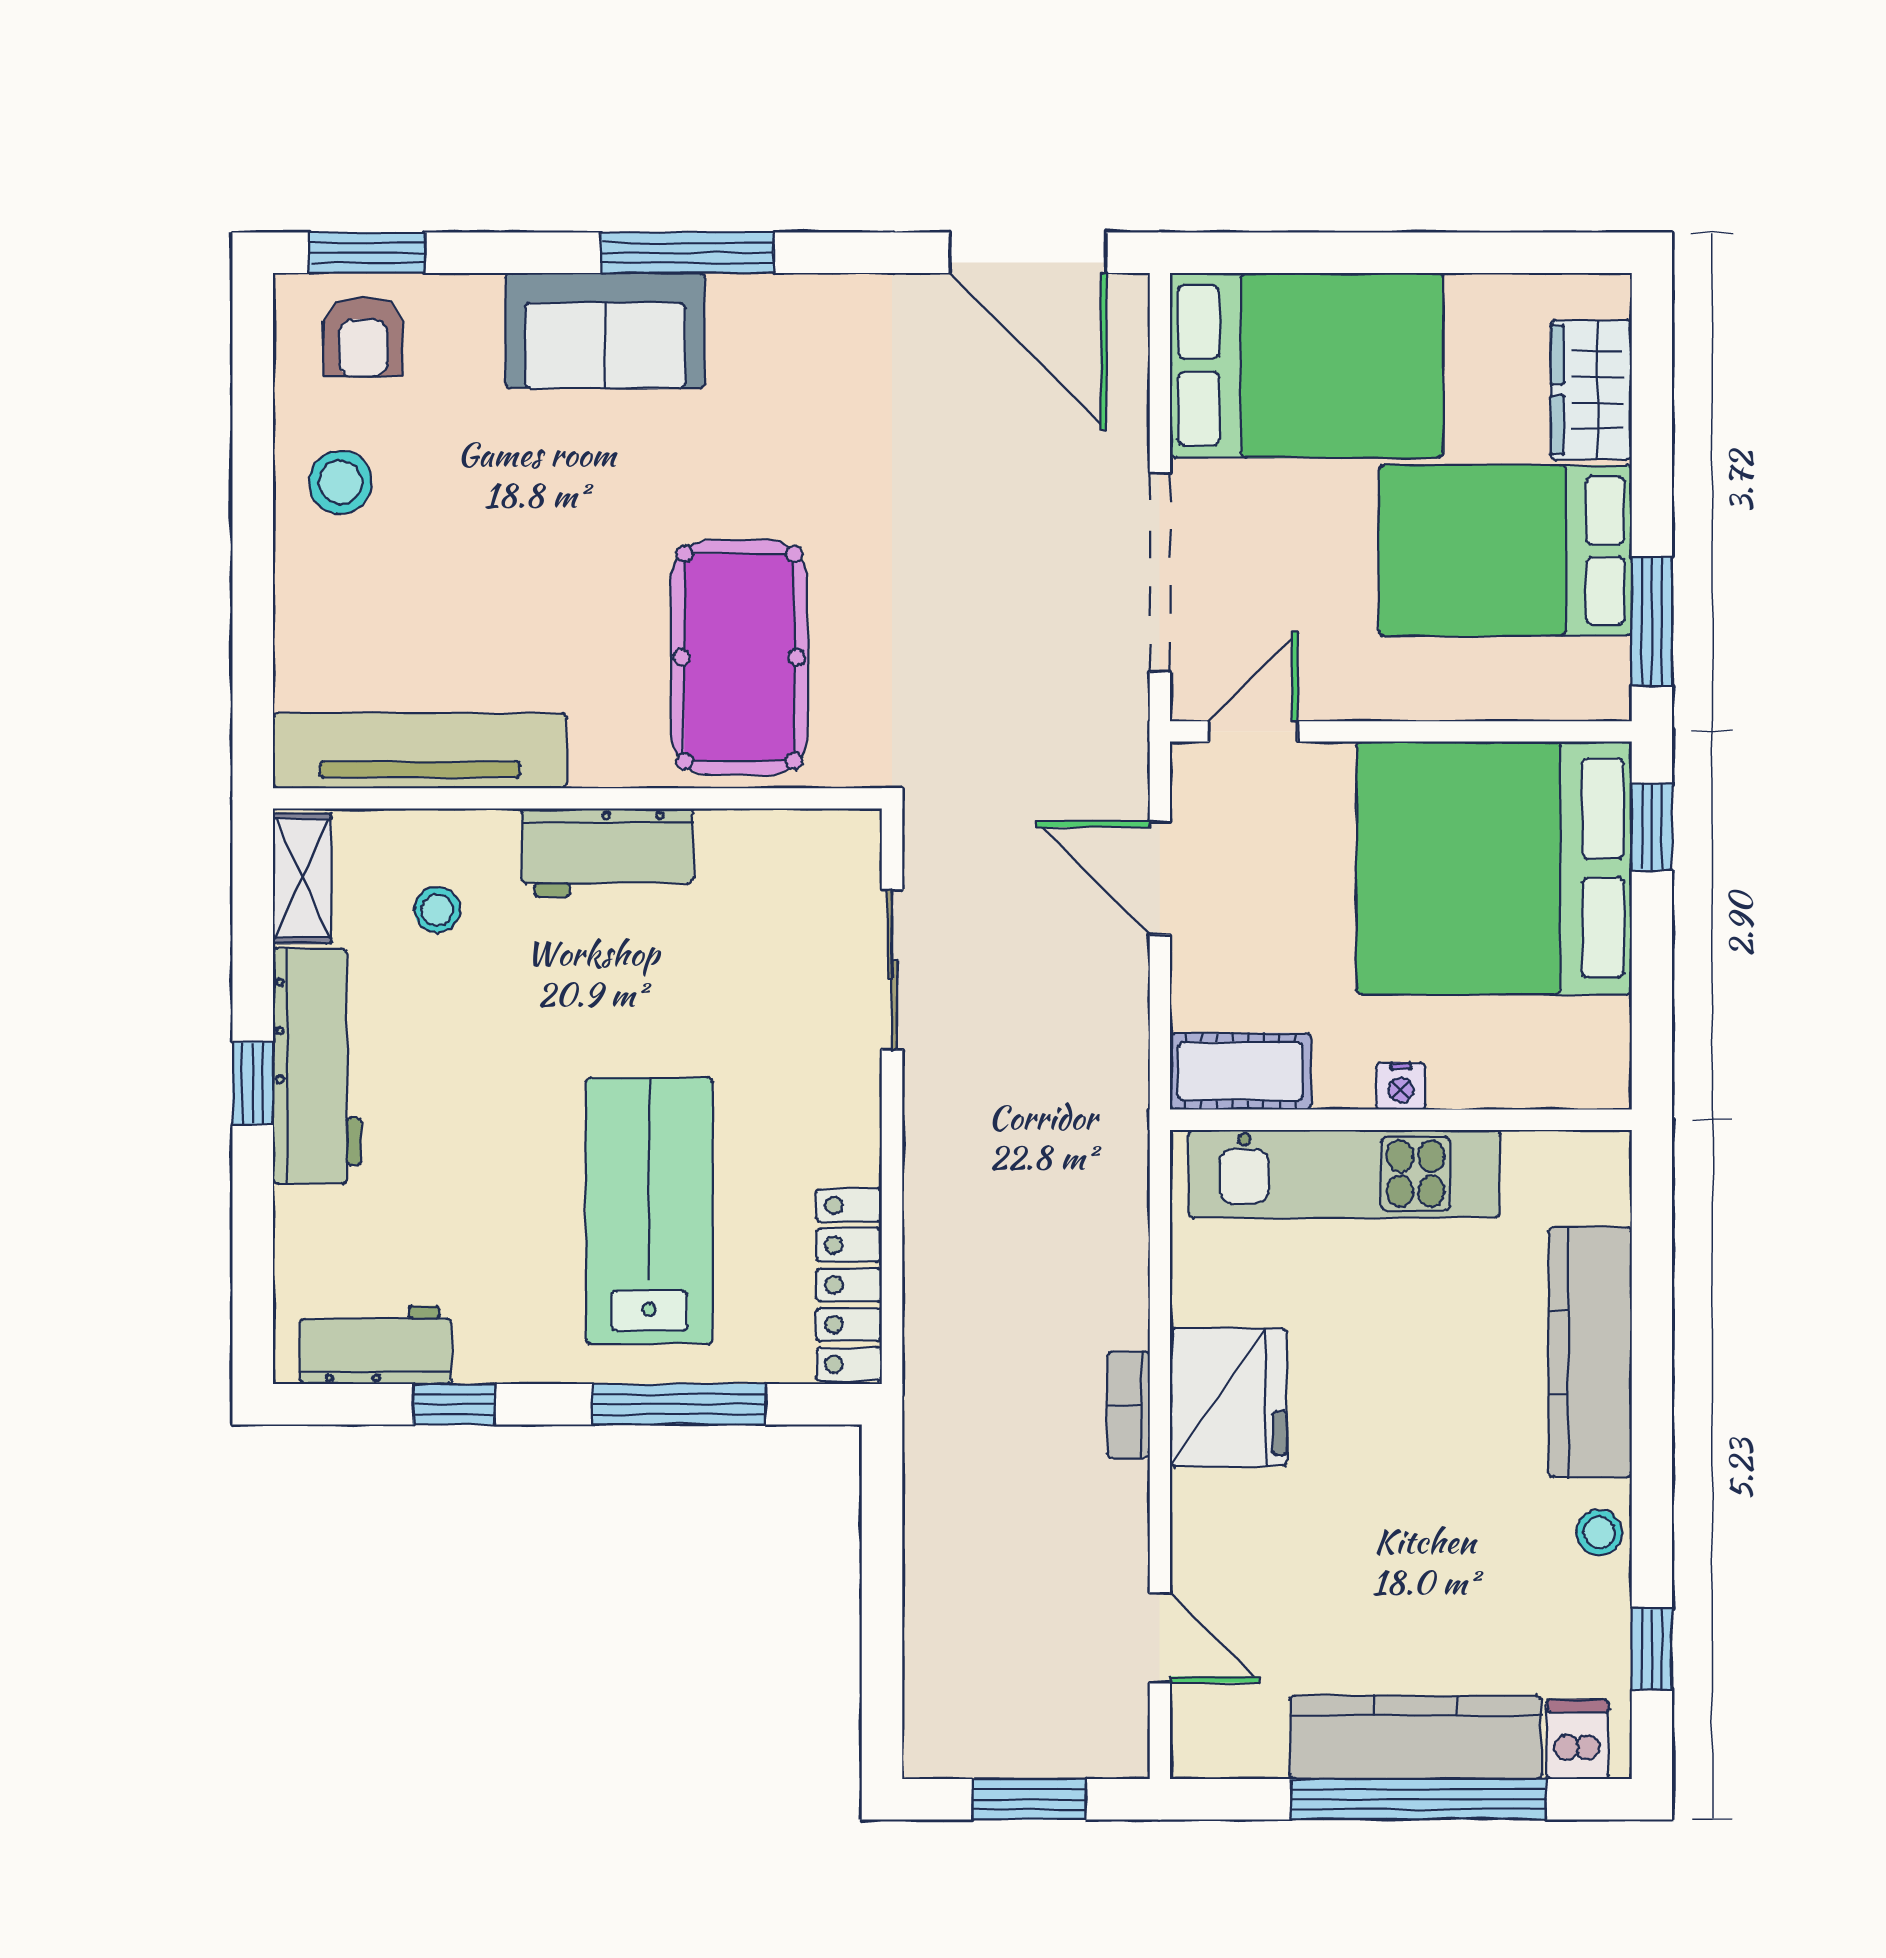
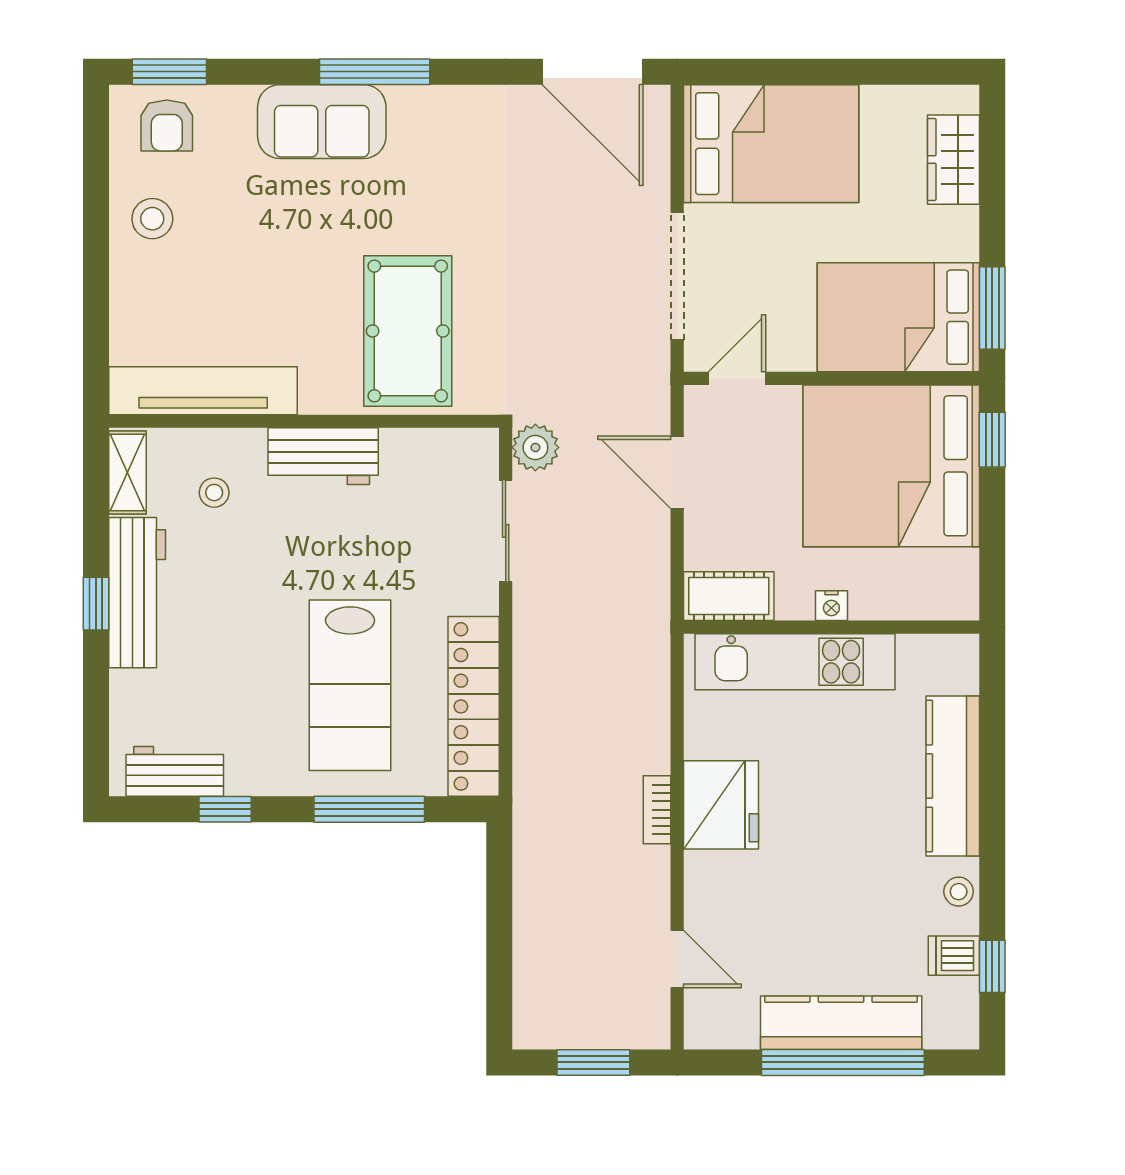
bed: (1505, 551) -> (898, 317), moved
plant: (939, 839) -> (535, 447), added
lab bench: (649, 1211) -> (350, 685), turned 180
locker: (849, 1285) -> (474, 706), width x1.41, depth x1.21
dishwasher: (1578, 1739) -> (954, 956), moved, turned -90

